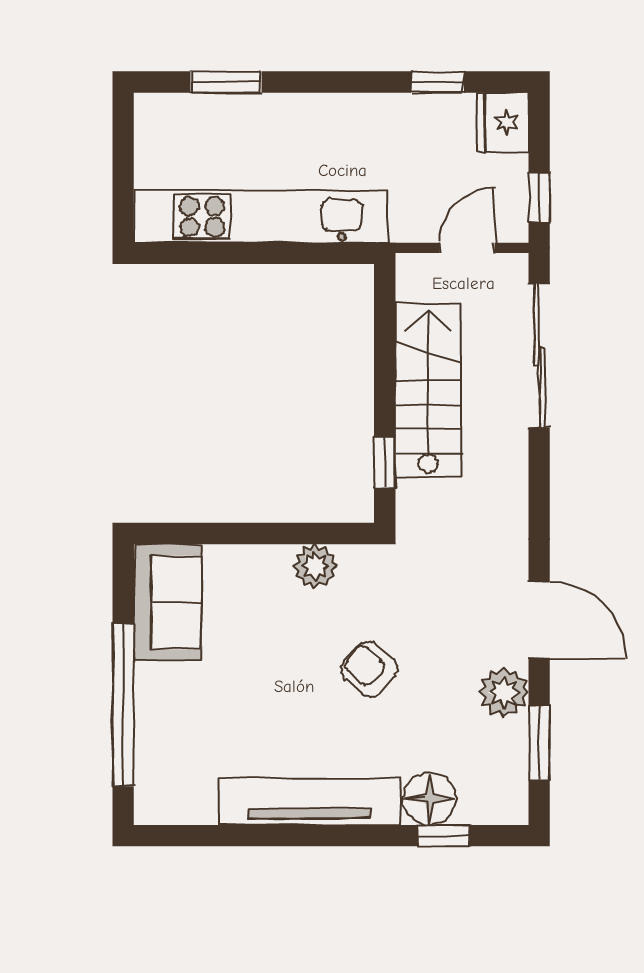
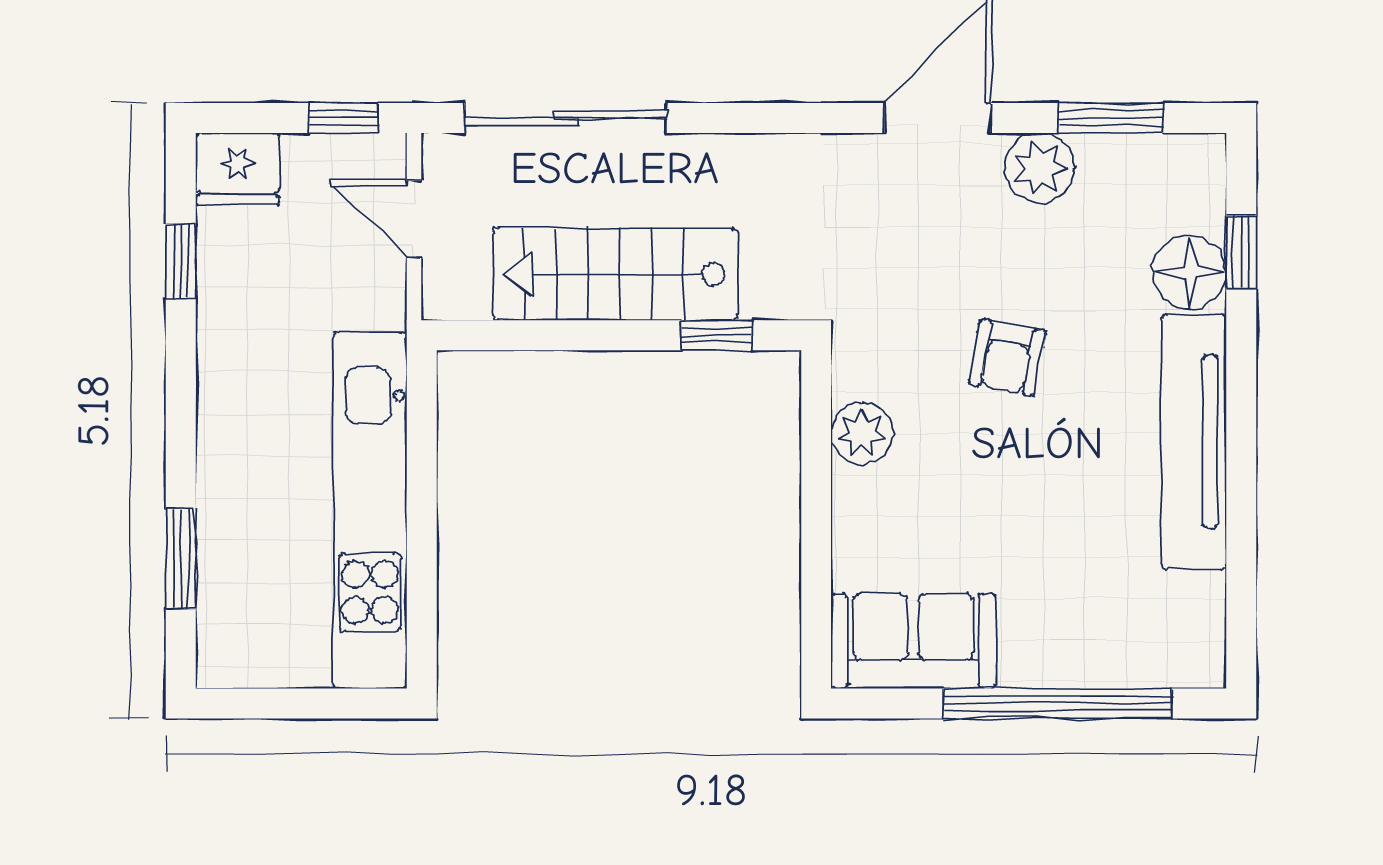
armchair: (369, 669) -> (1007, 357), turned -30

